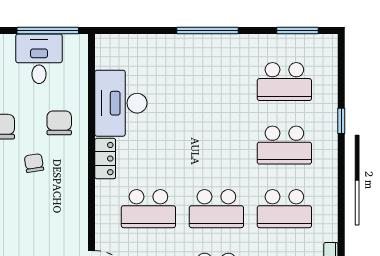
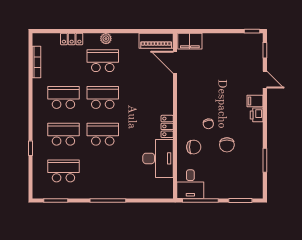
desk: (39, 59) -> (190, 184), moved
chair: (59, 123) -> (194, 147), turned -90
school desk: (148, 209) -> (103, 134), moved

